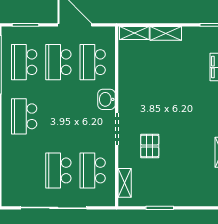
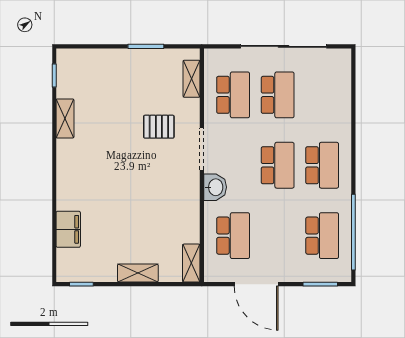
shelving: (134, 33) -> (191, 263), moved, turned 90
school desk: (58, 62) -> (278, 165), moved
pallet: (150, 146) -> (159, 127), turned 90

